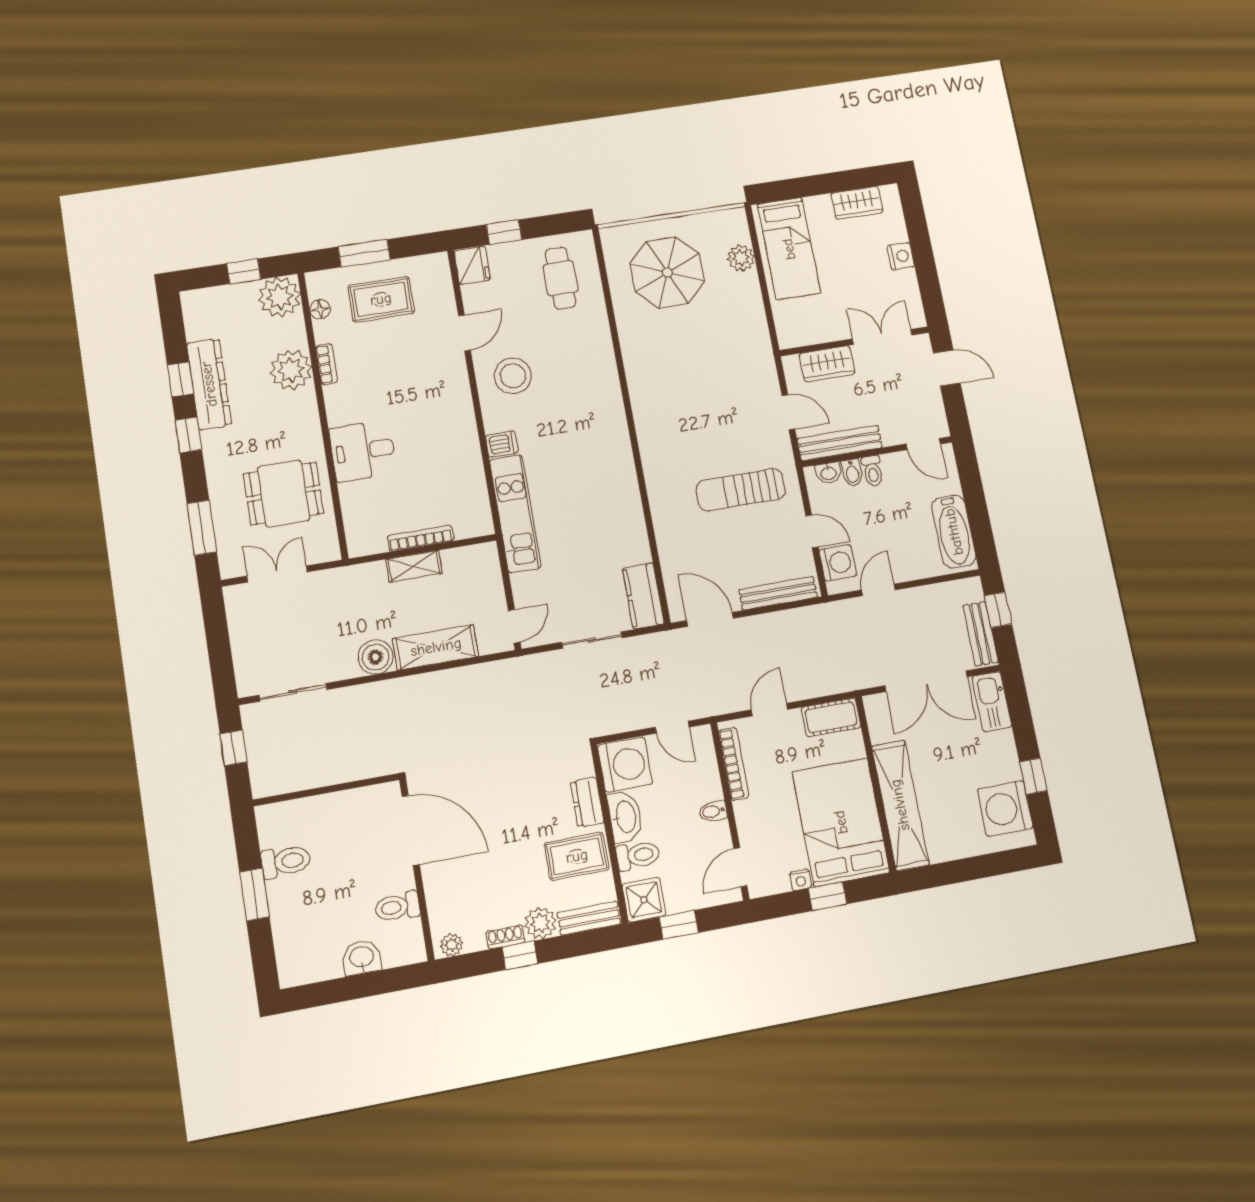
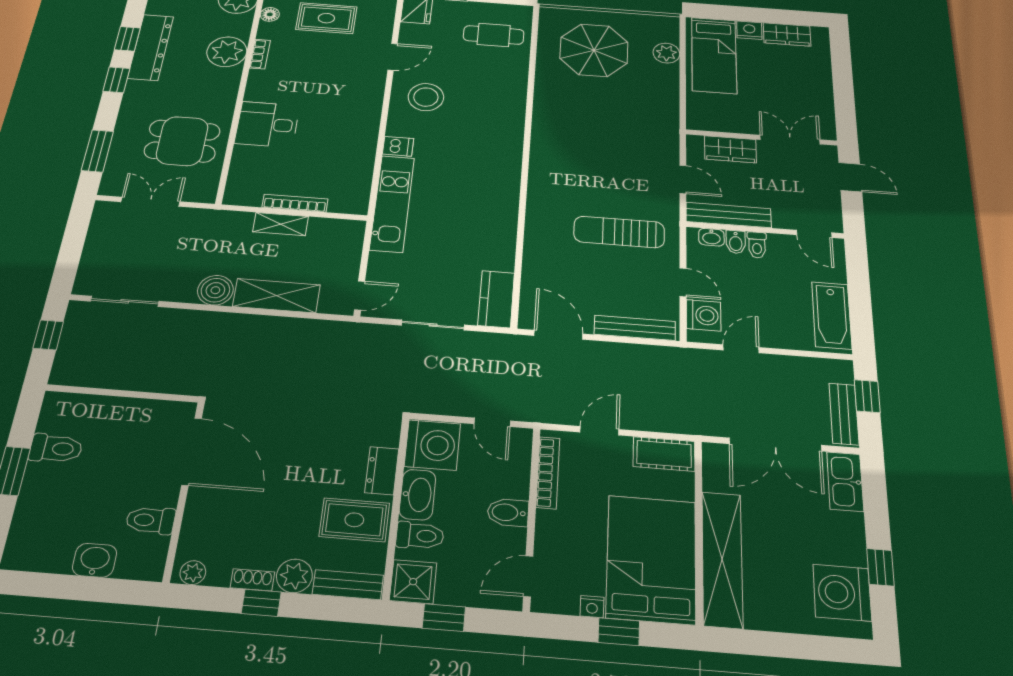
nightstand: (901, 256) -> (749, 30), moved, turned -90
cafe table: (561, 278) -> (494, 35), turned 90
bidet: (713, 811) -> (508, 512), width x1.38, depth x1.36

